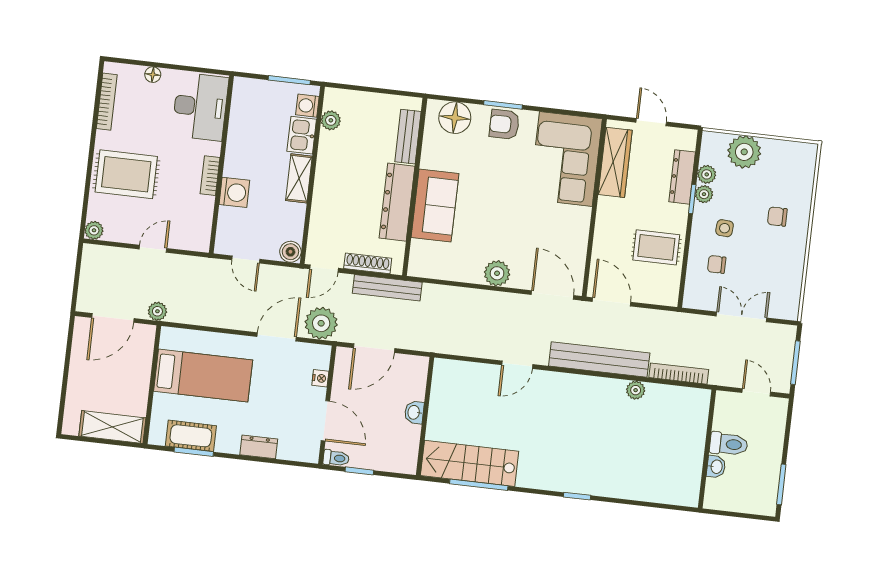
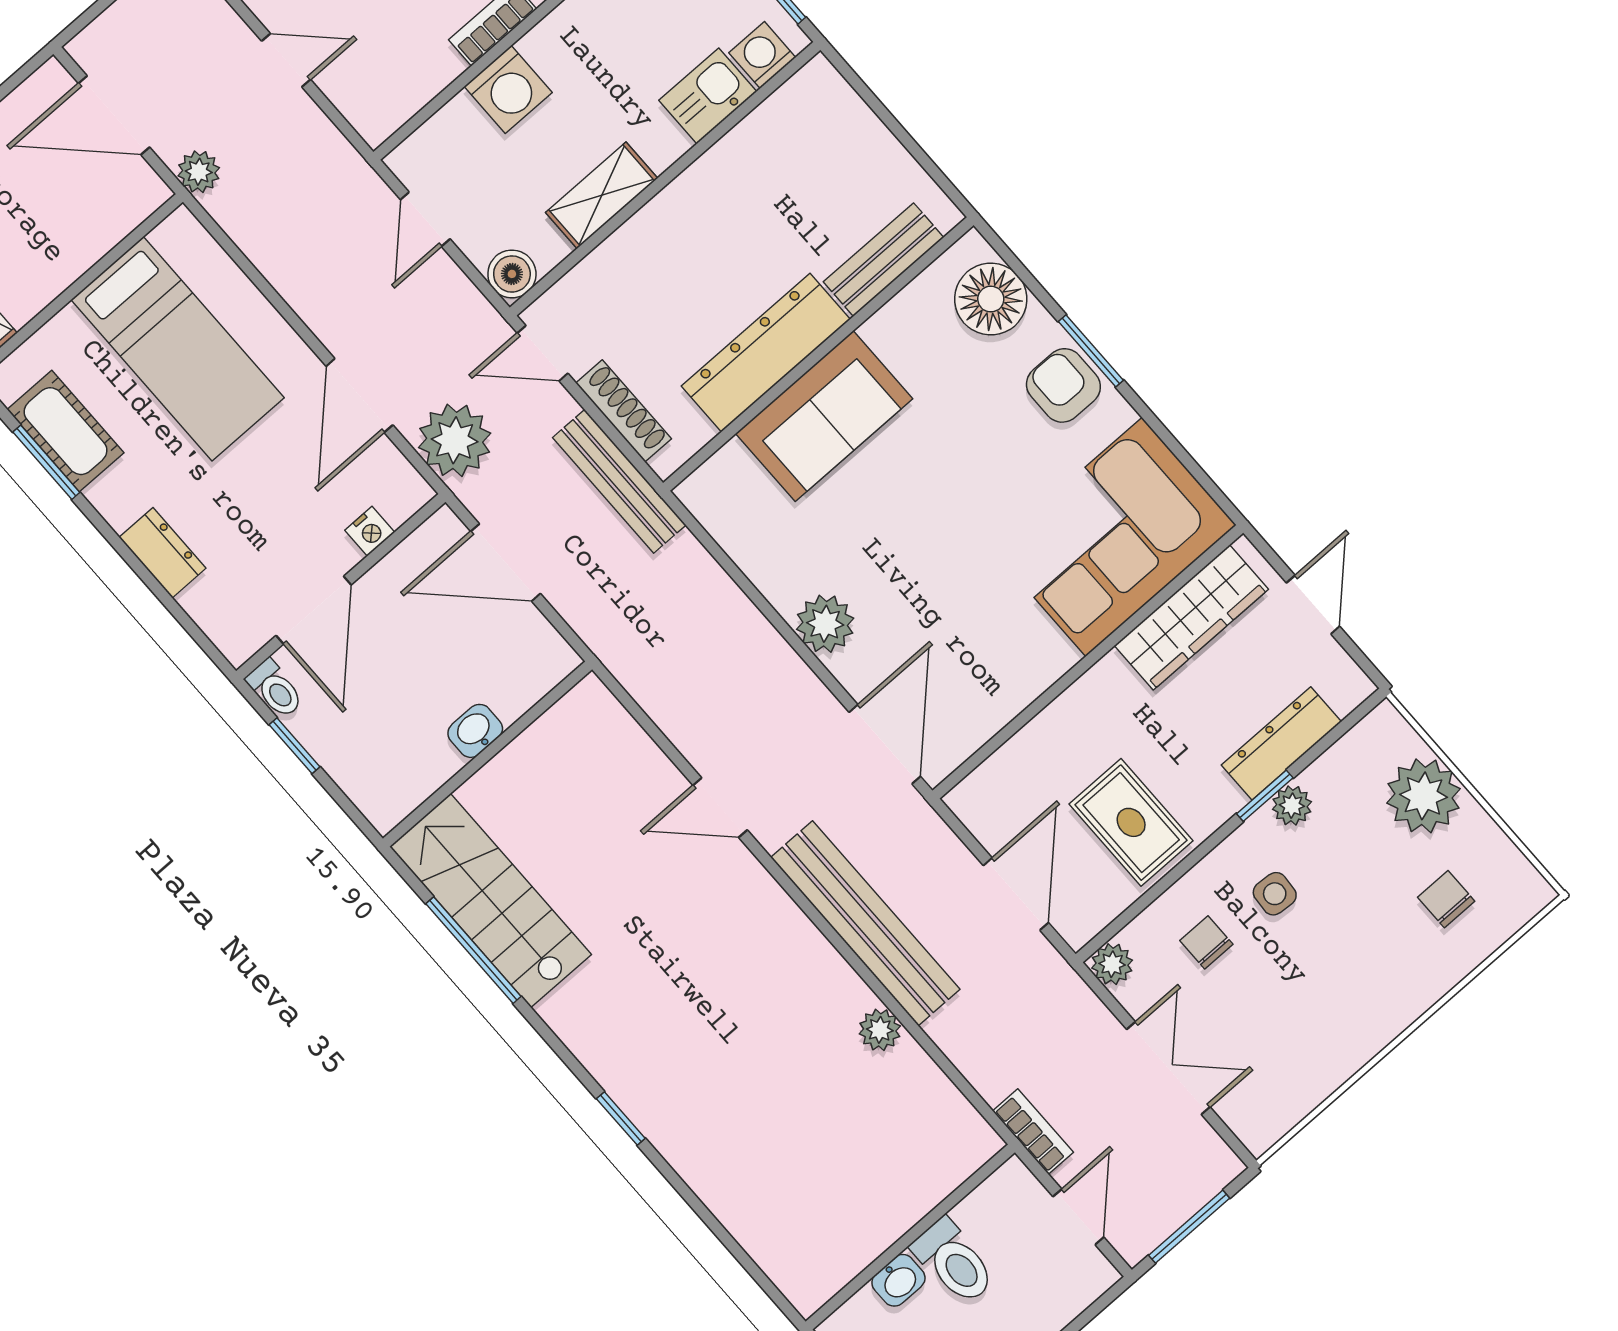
plant: (331, 120) -> (779, 115), removed
plant: (707, 174) -> (1112, 964), moved
shelving: (299, 178) -> (602, 195), moved
chair: (777, 217) -> (1446, 899), moved
door: (612, 302) -> (1016, 894), moved
door: (277, 337) -> (359, 396), swing flipped
bookcase: (679, 374) -> (1033, 1132), moved, width x0.64

